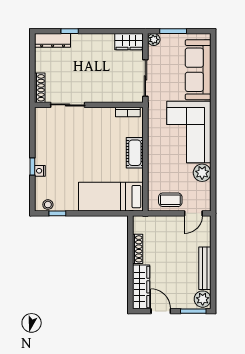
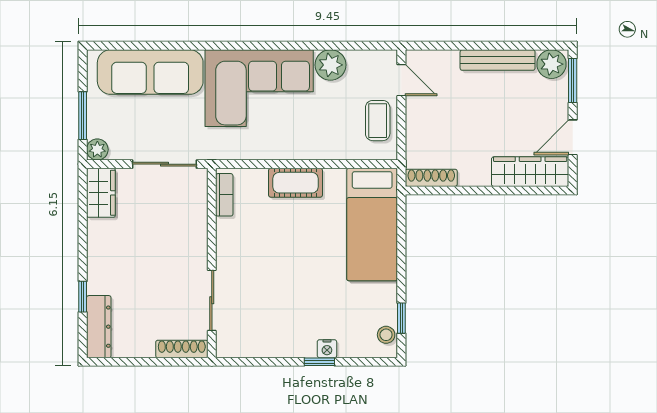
shoe rack: (138, 249) -> (431, 178), moved

